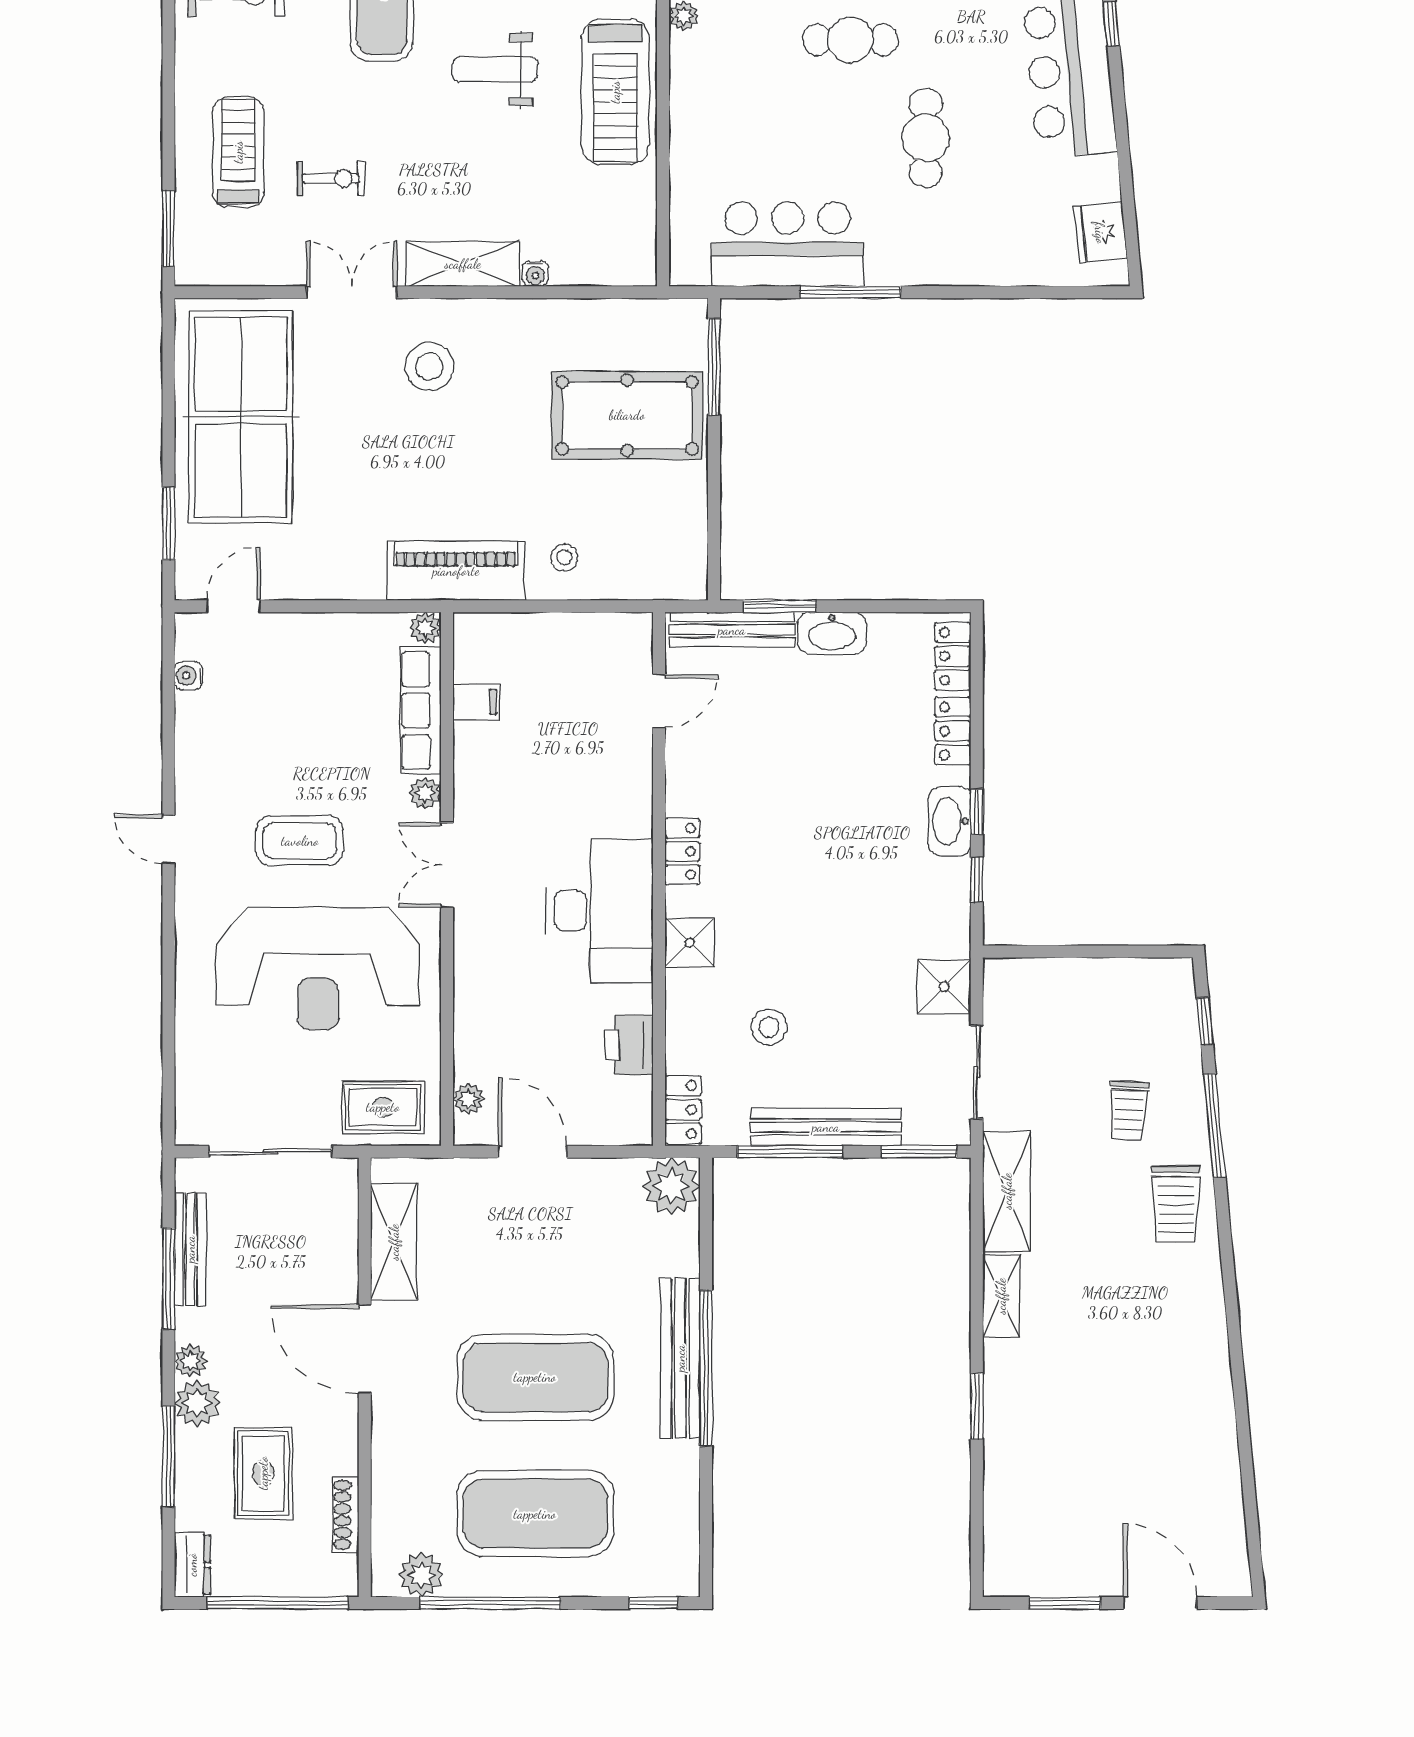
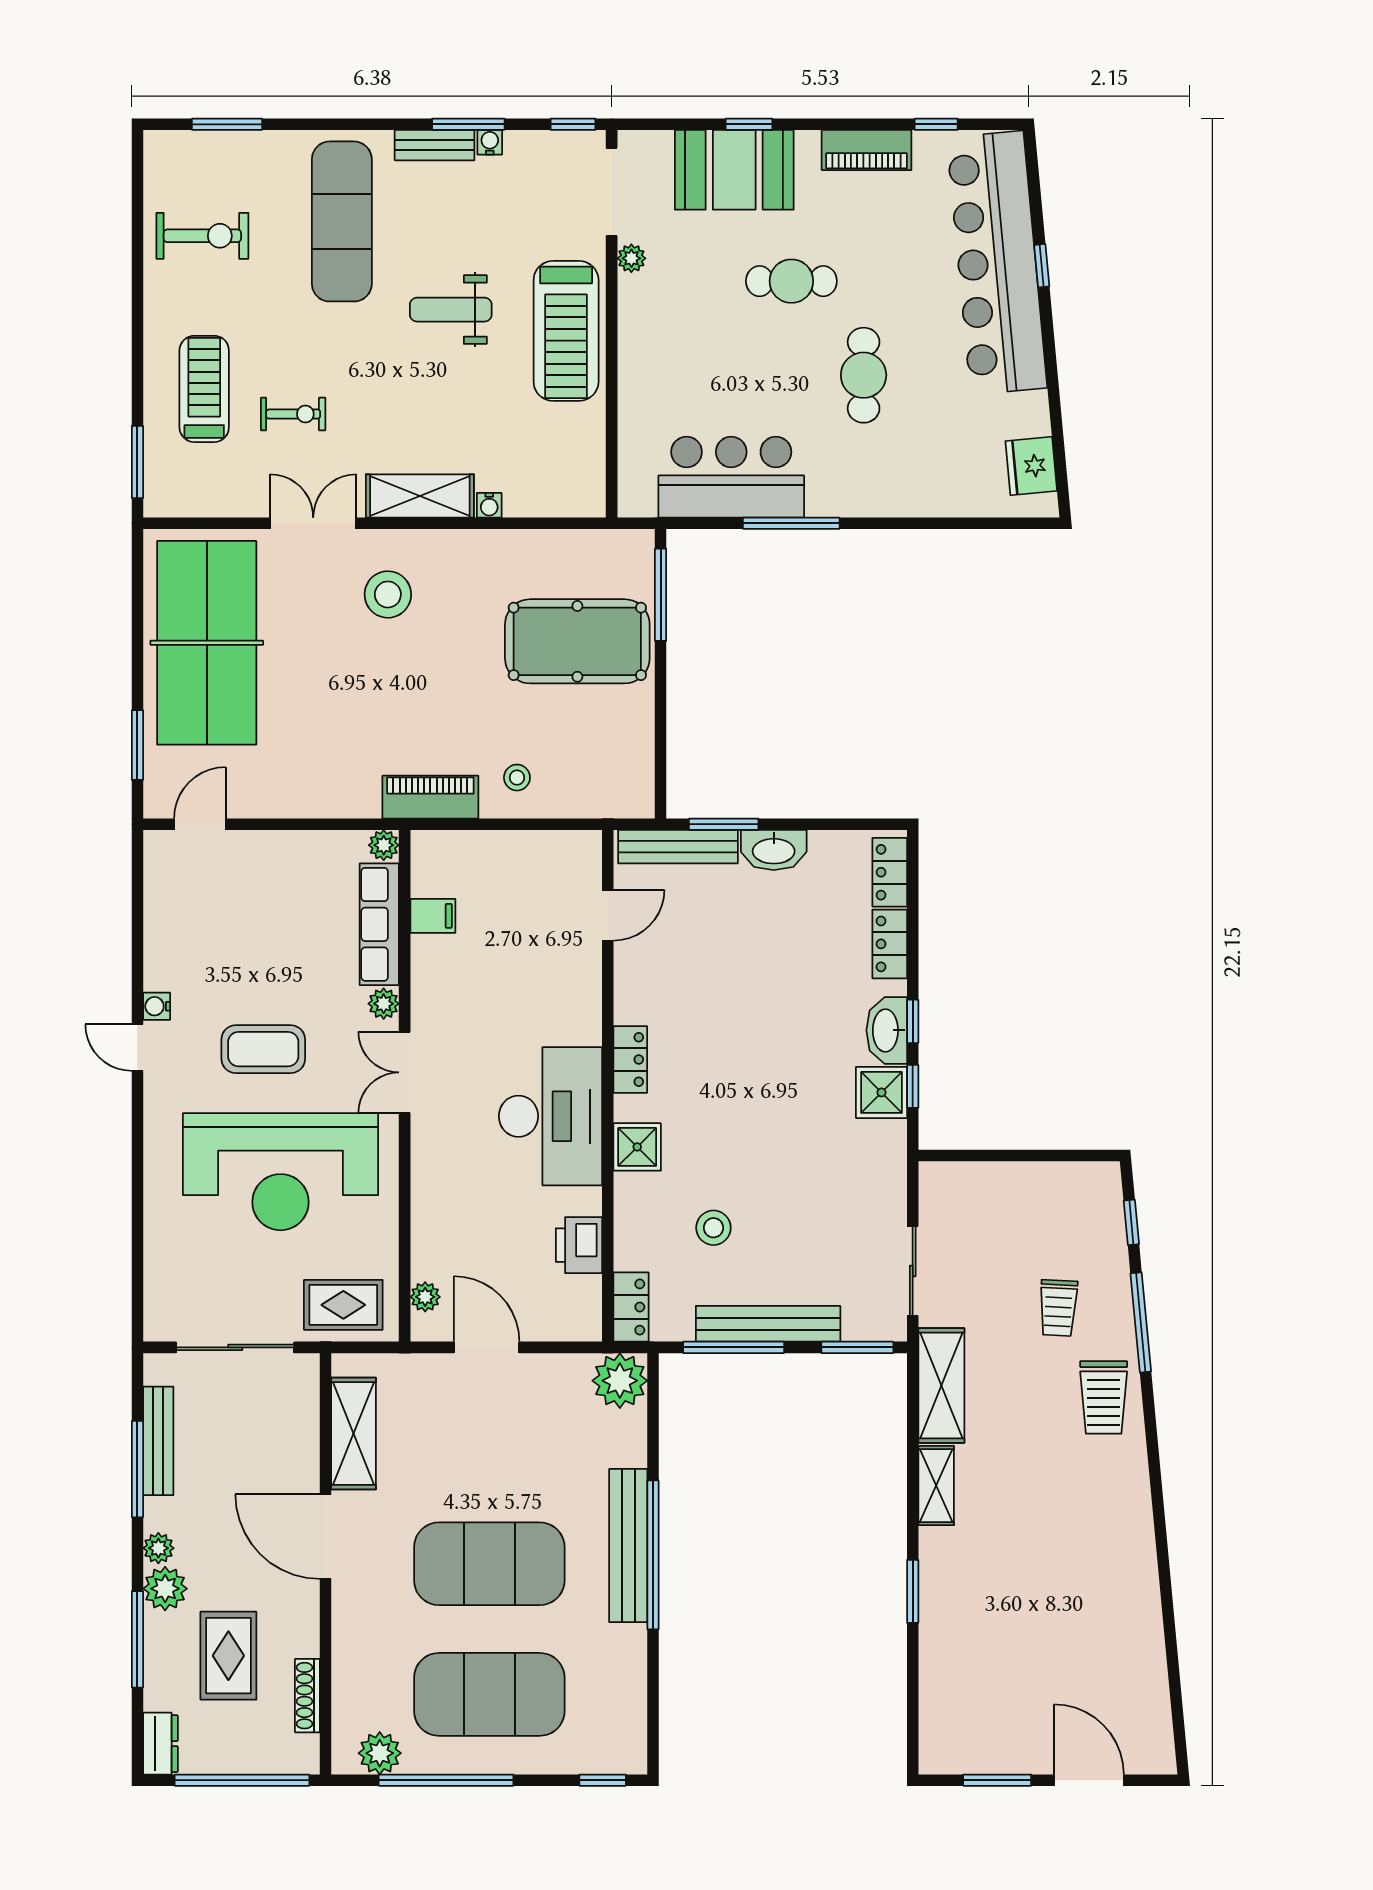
piano: (456, 571) -> (430, 797), width x0.73, depth x0.75
water cooler: (188, 676) -> (157, 1006), moved
shower: (944, 987) -> (881, 1092), moved

